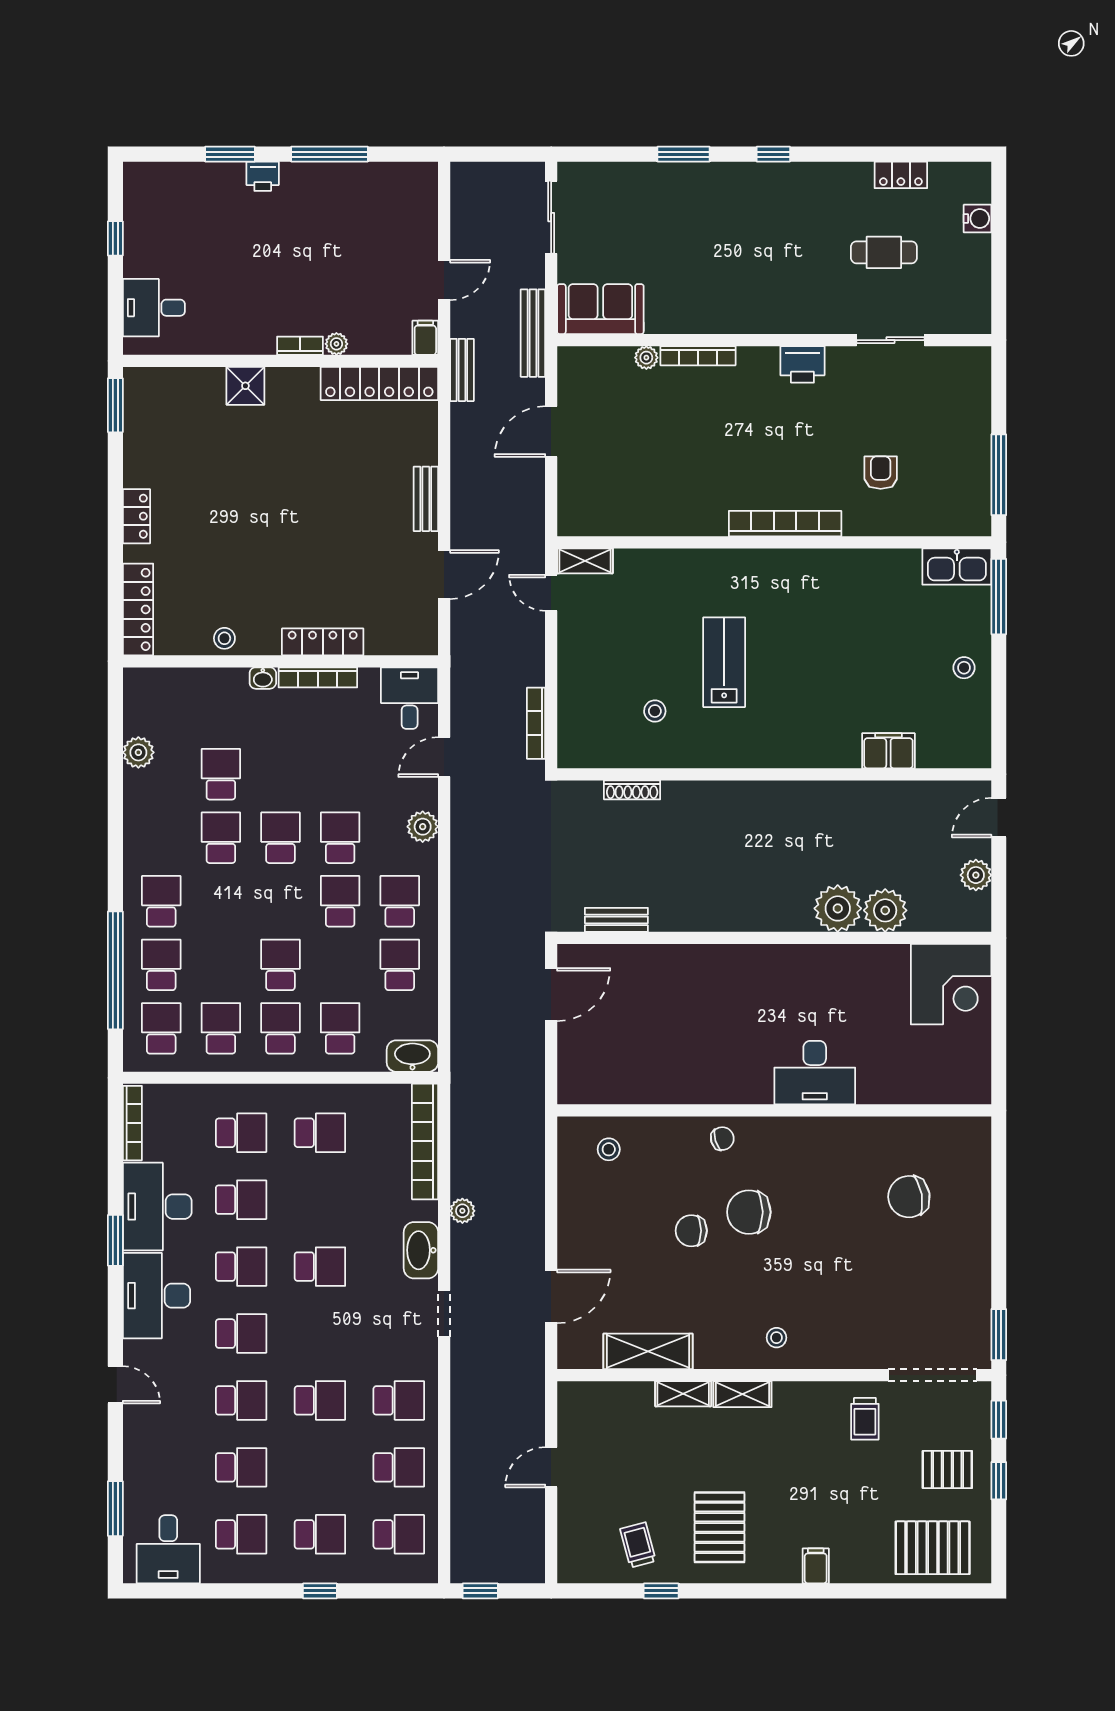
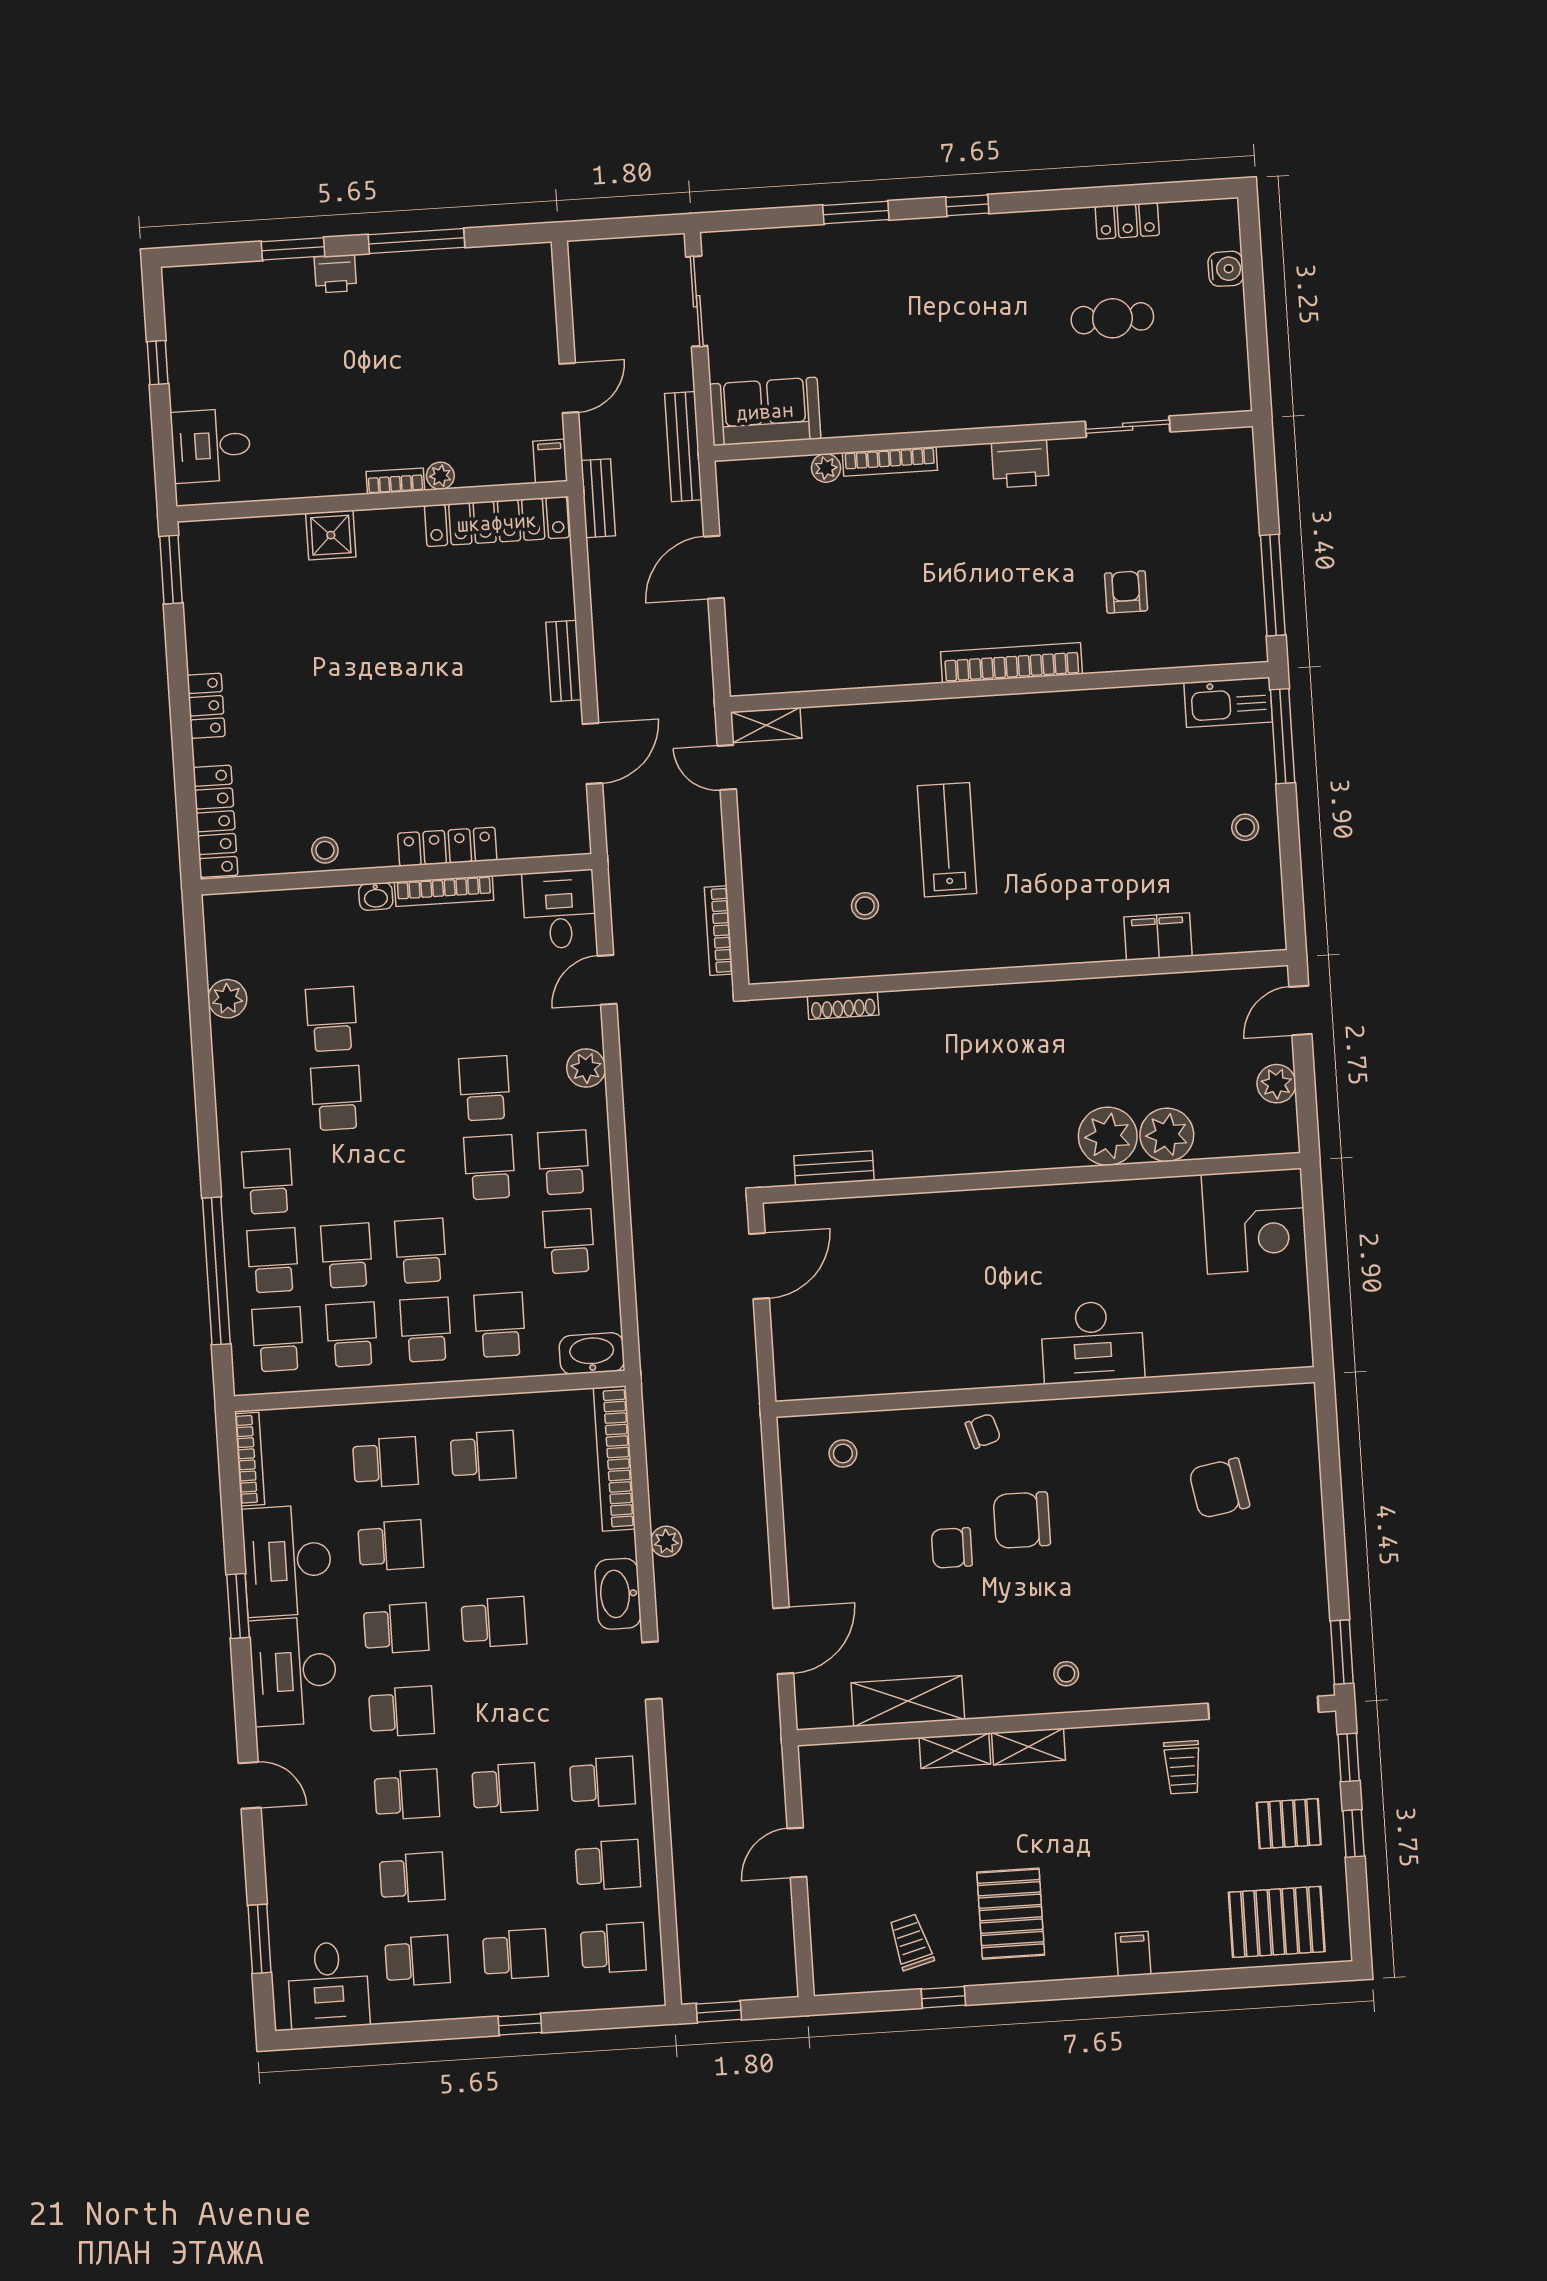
school desk: (280, 838) -> (347, 1256), moved

